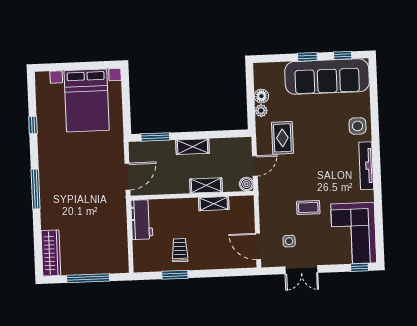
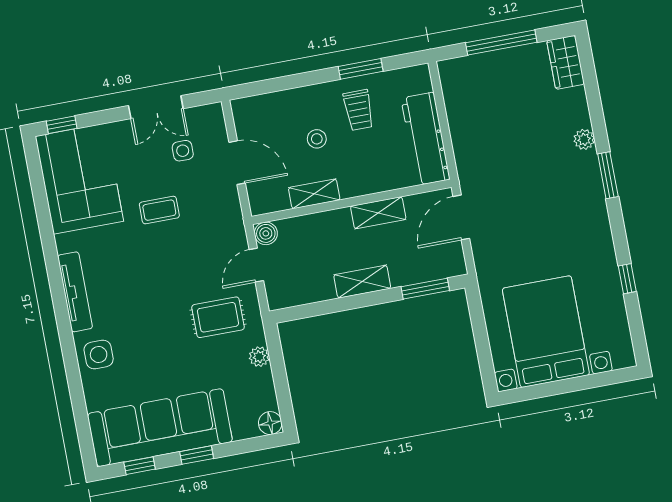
floor lamp: (261, 96) -> (270, 423), moved
rug: (282, 138) -> (218, 317), turned 90
shelving: (206, 185) -> (378, 213), moved
window: (36, 189) -> (608, 175), width x0.69
plant: (47, 213) -> (584, 139), added
workbench: (142, 220) -> (426, 139), width x1.38
stool: (207, 236) -> (317, 139), added
door: (258, 246) -> (237, 163), moved
wardrobe: (51, 253) -> (566, 62), width x0.67
double door: (301, 270) -> (156, 107), swing flipped

